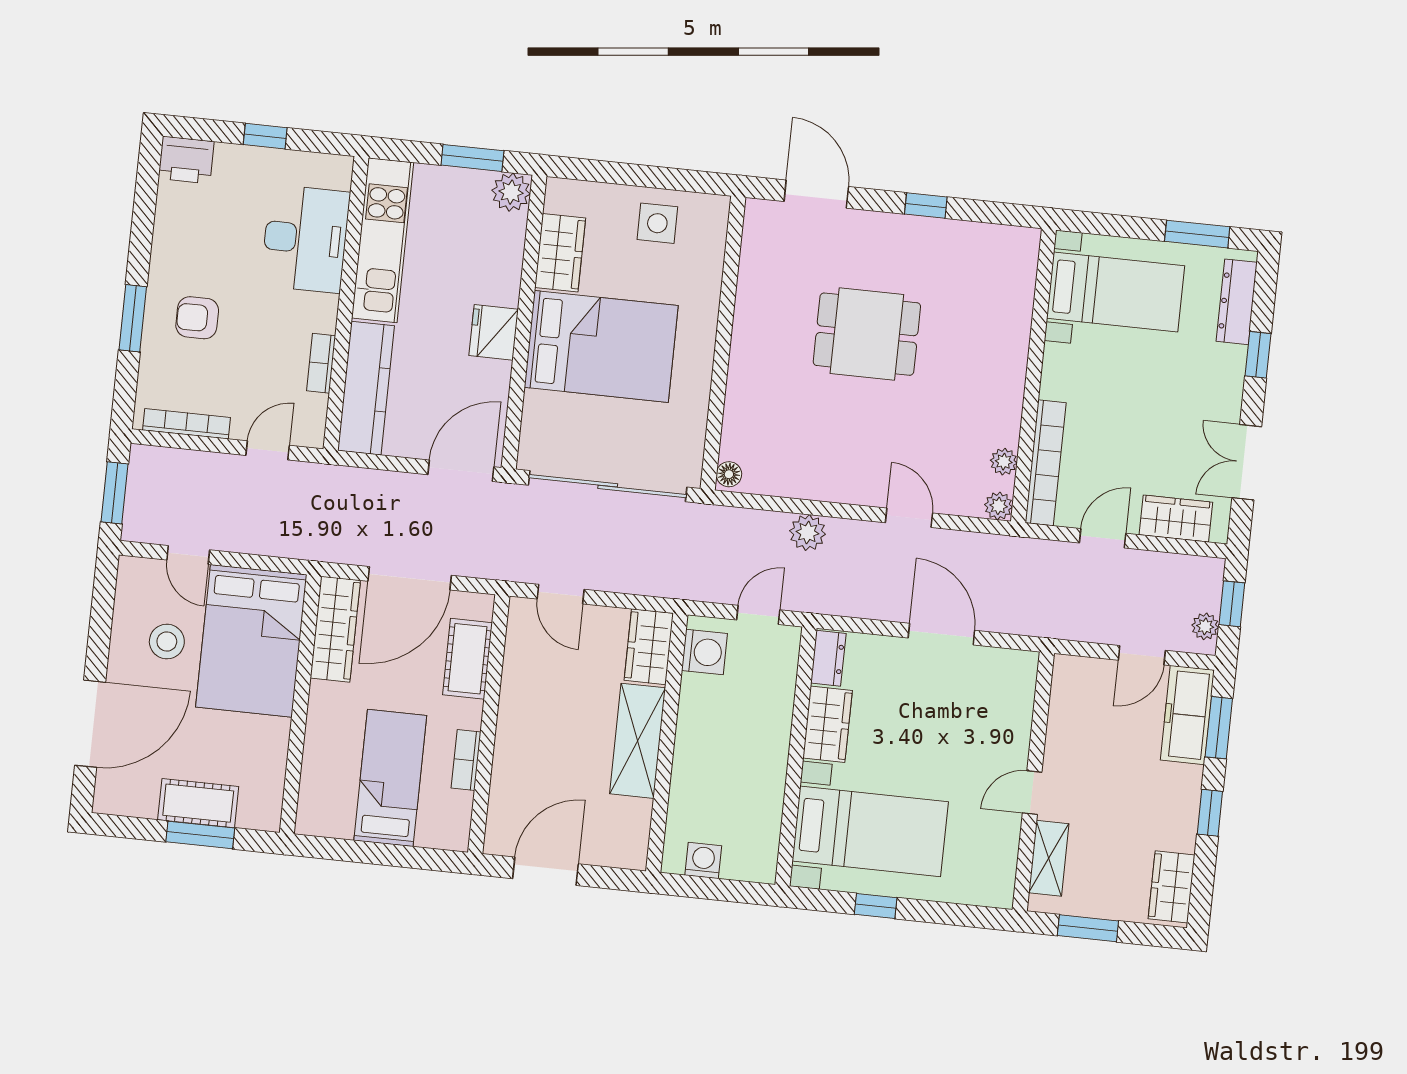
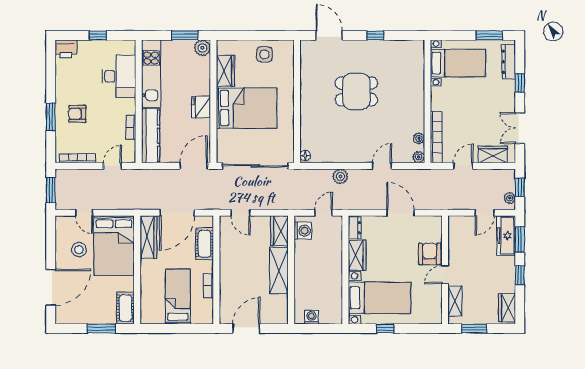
door: (909, 518) -> (382, 166), hinge flipped
armchair: (1001, 740) -> (430, 254), added
cot: (198, 803) -> (125, 308), moved, turned 90

